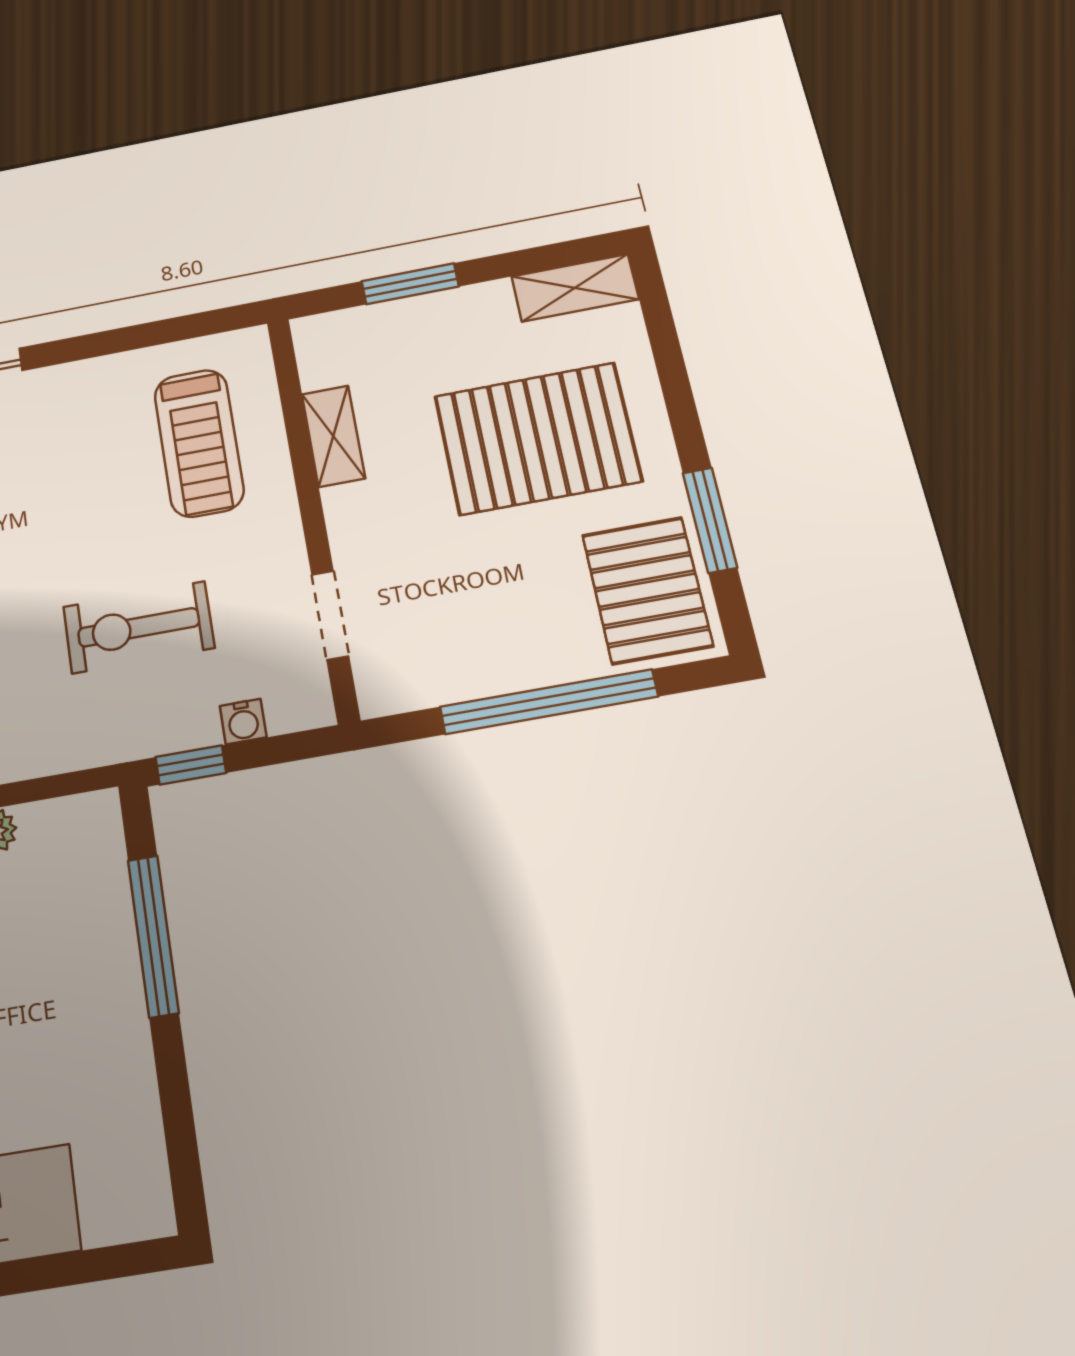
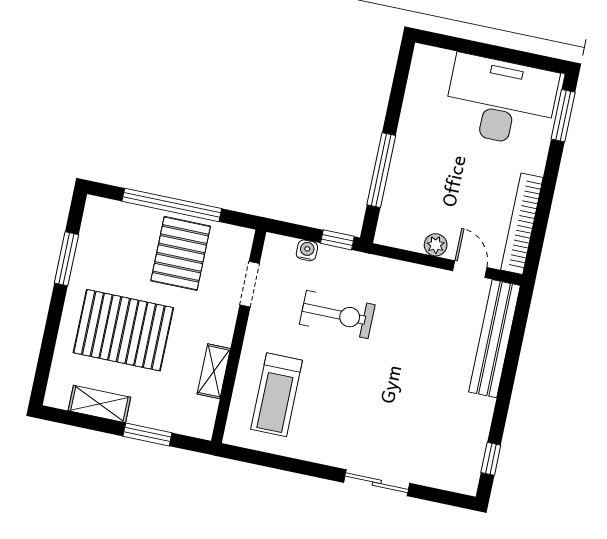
shelving: (575, 288) -> (99, 404), moved
treadmill: (199, 443) -> (277, 395), turned 180
pallet: (647, 590) -> (181, 253), moved

